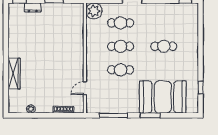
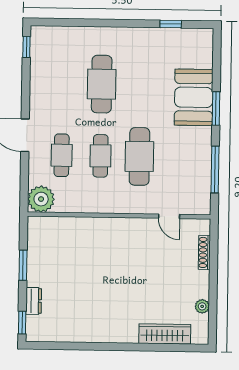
cafe table: (164, 46) -> (102, 84), width x1.37, depth x1.35
cafe table: (121, 70) -> (139, 156), width x1.37, depth x1.35
wardrobe: (14, 74) -> (165, 334), moved
booth: (163, 97) -> (194, 97), width x0.73, depth x0.70

